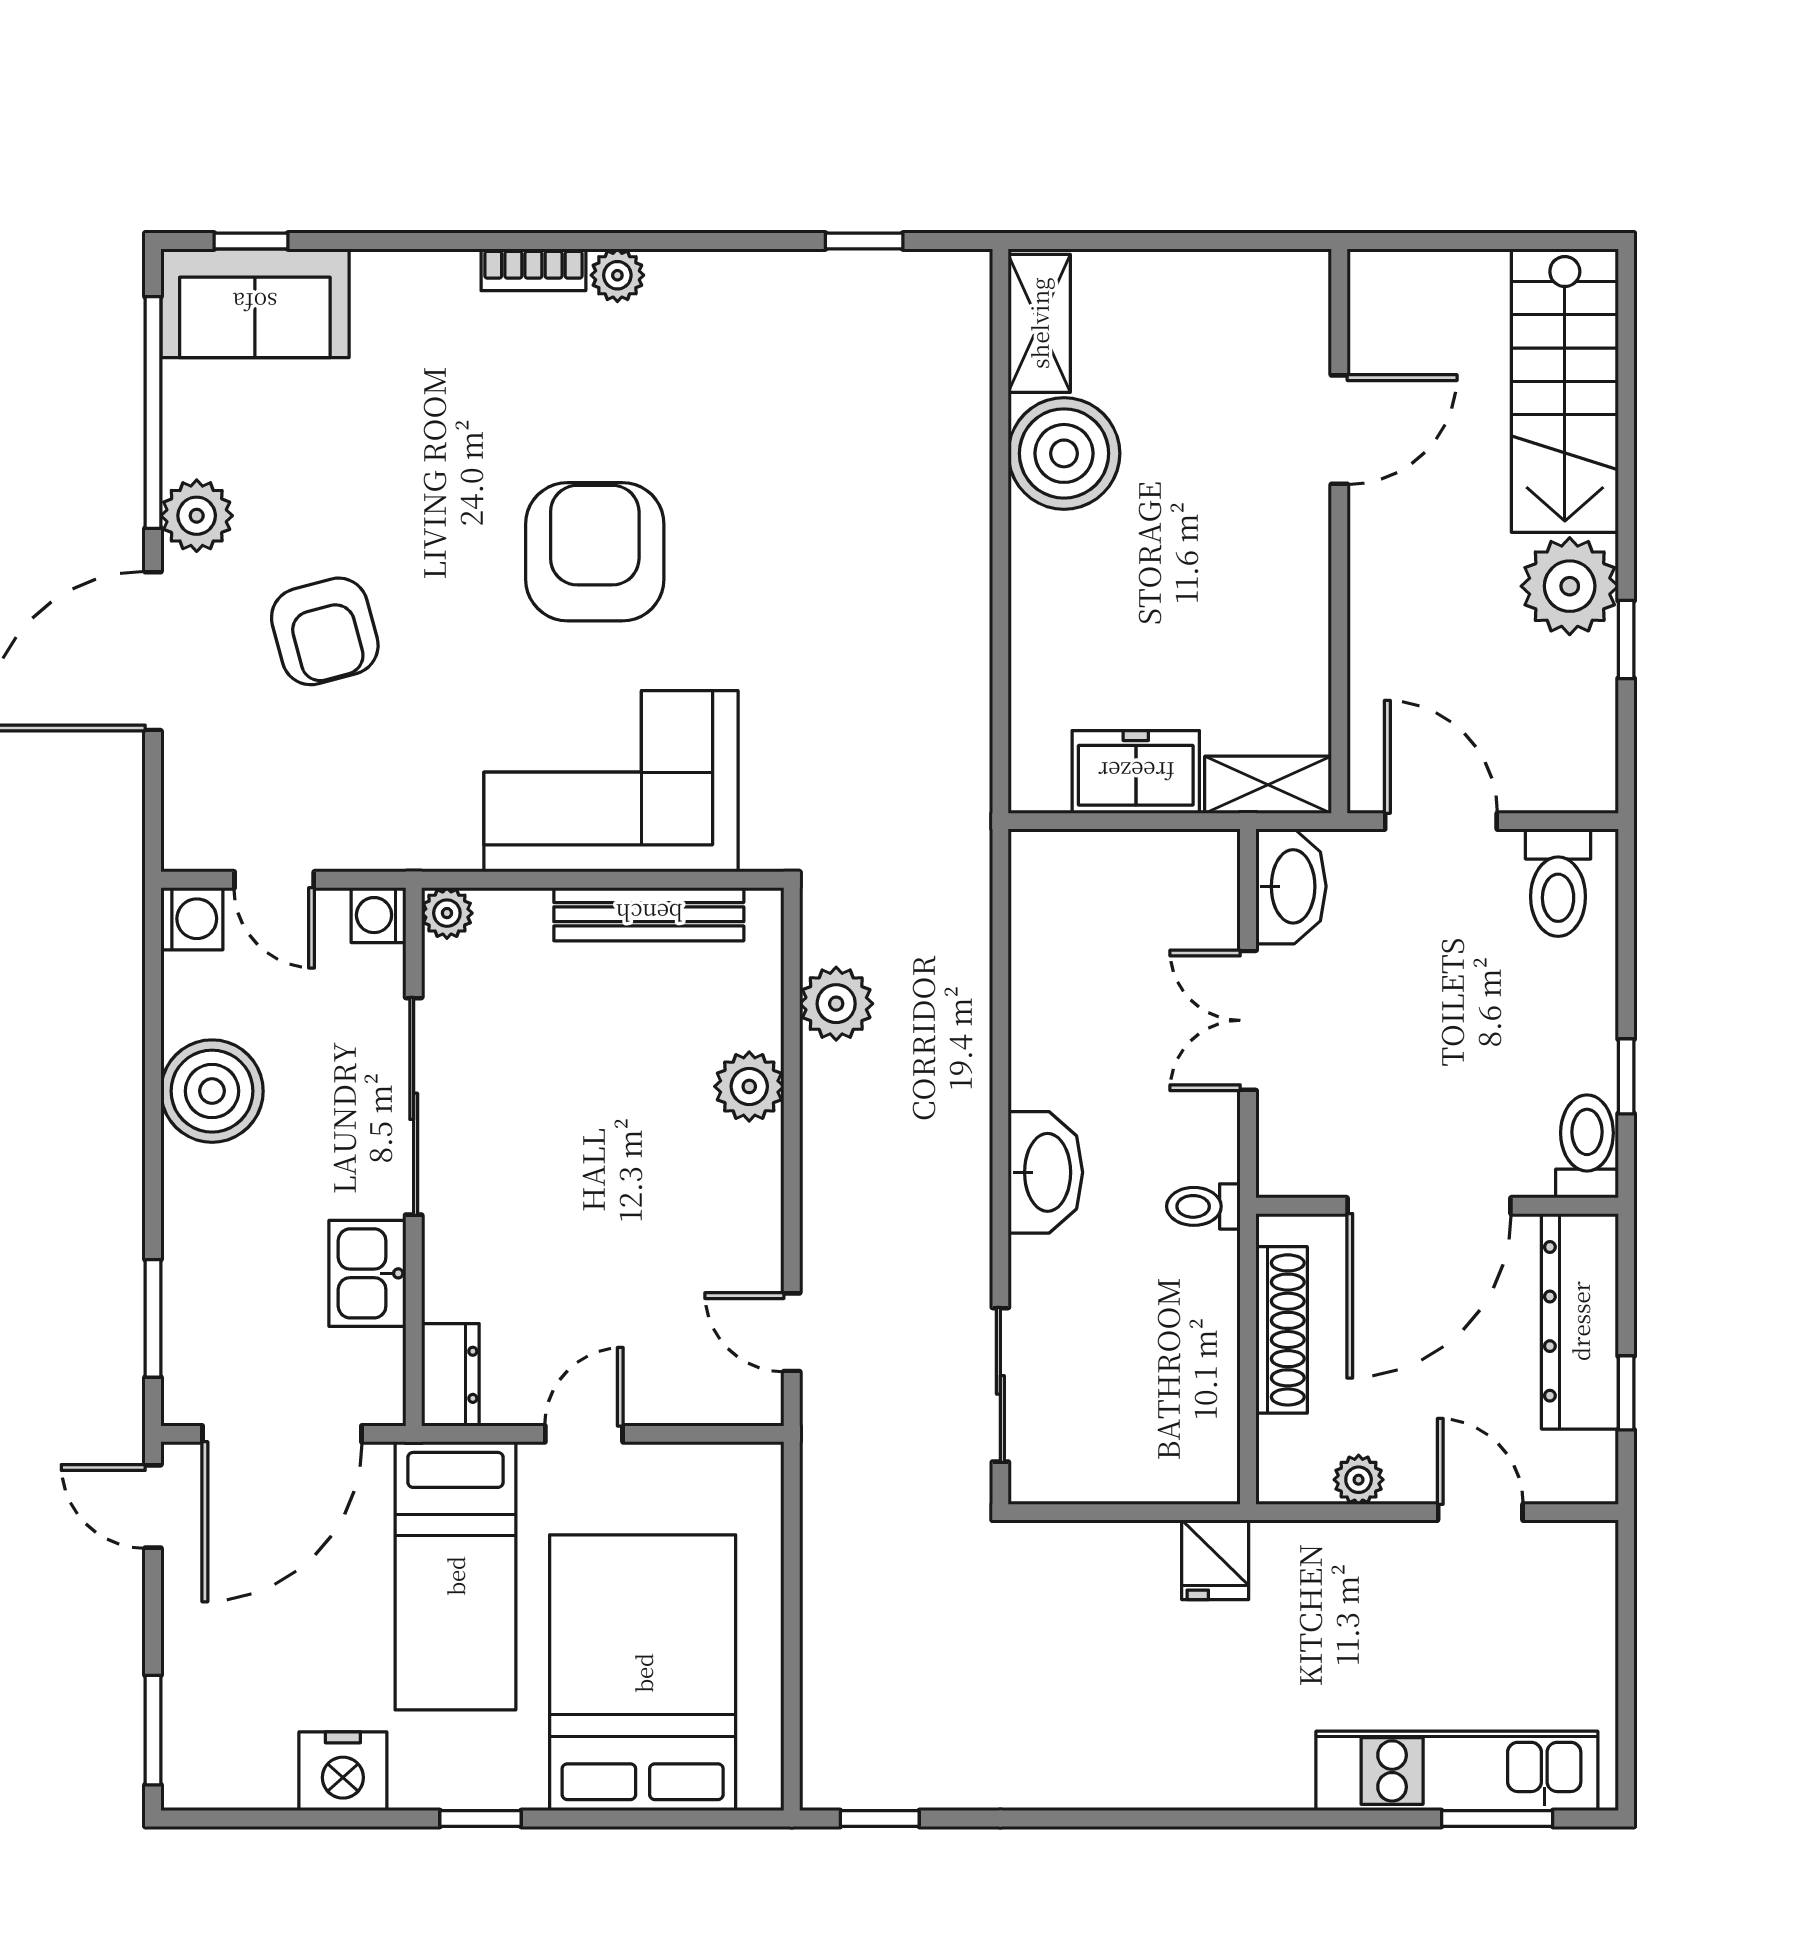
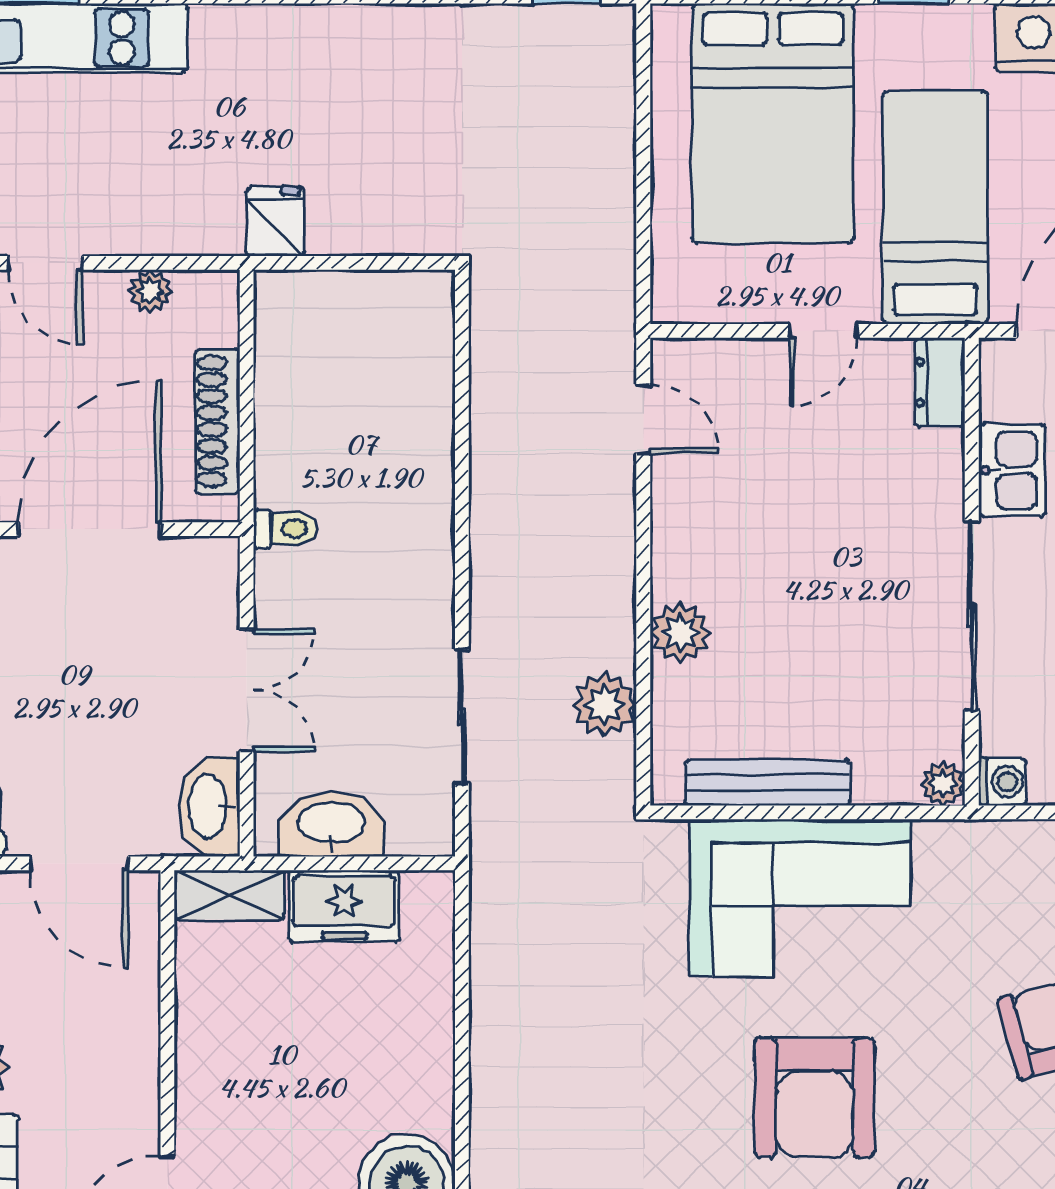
washbasin: (1045, 1172) -> (332, 824), moved, turned 90
sliding door: (1000, 1385) -> (462, 716), moved

